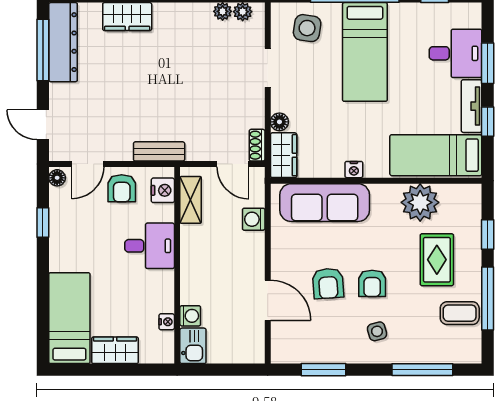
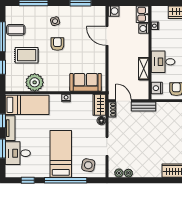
bench: (159, 151) -> (143, 107), moved
shelving: (191, 200) -> (144, 69), moved
sofa: (325, 203) -> (86, 82), width x0.73
washing machine: (254, 219) -> (114, 11), moved
rug: (437, 260) -> (27, 55), turned 90
armchair: (328, 283) -> (78, 44), removed

